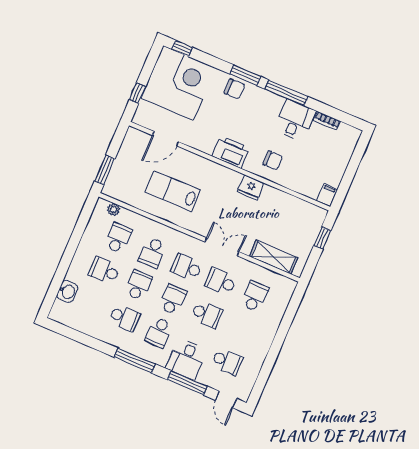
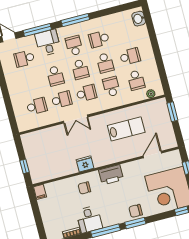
shelving: (273, 257) -> (43, 135), removed
washbasin: (67, 291) -> (139, 19), moved
school desk: (255, 296) -> (37, 106), turned -90
school desk: (207, 314) -> (55, 76), turned -90

